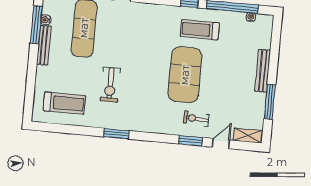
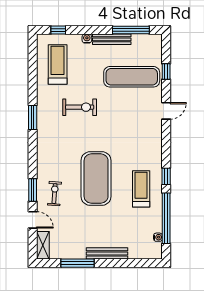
water cooler: (46, 20) -> (87, 39), moved
exercise mat: (185, 75) -> (96, 179), turned 90
exercise bike: (110, 85) -> (80, 107), turned 180
window: (29, 99) -> (58, 30), added
treadmill: (64, 103) -> (58, 64), turned 180

